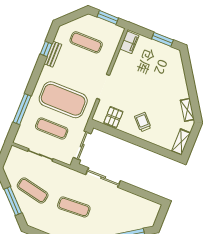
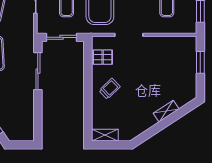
window: (162, 39) -> (200, 62), moved
filing cabinet: (129, 42) -> (184, 43), removed
shelving: (187, 110) -> (166, 111), moved

